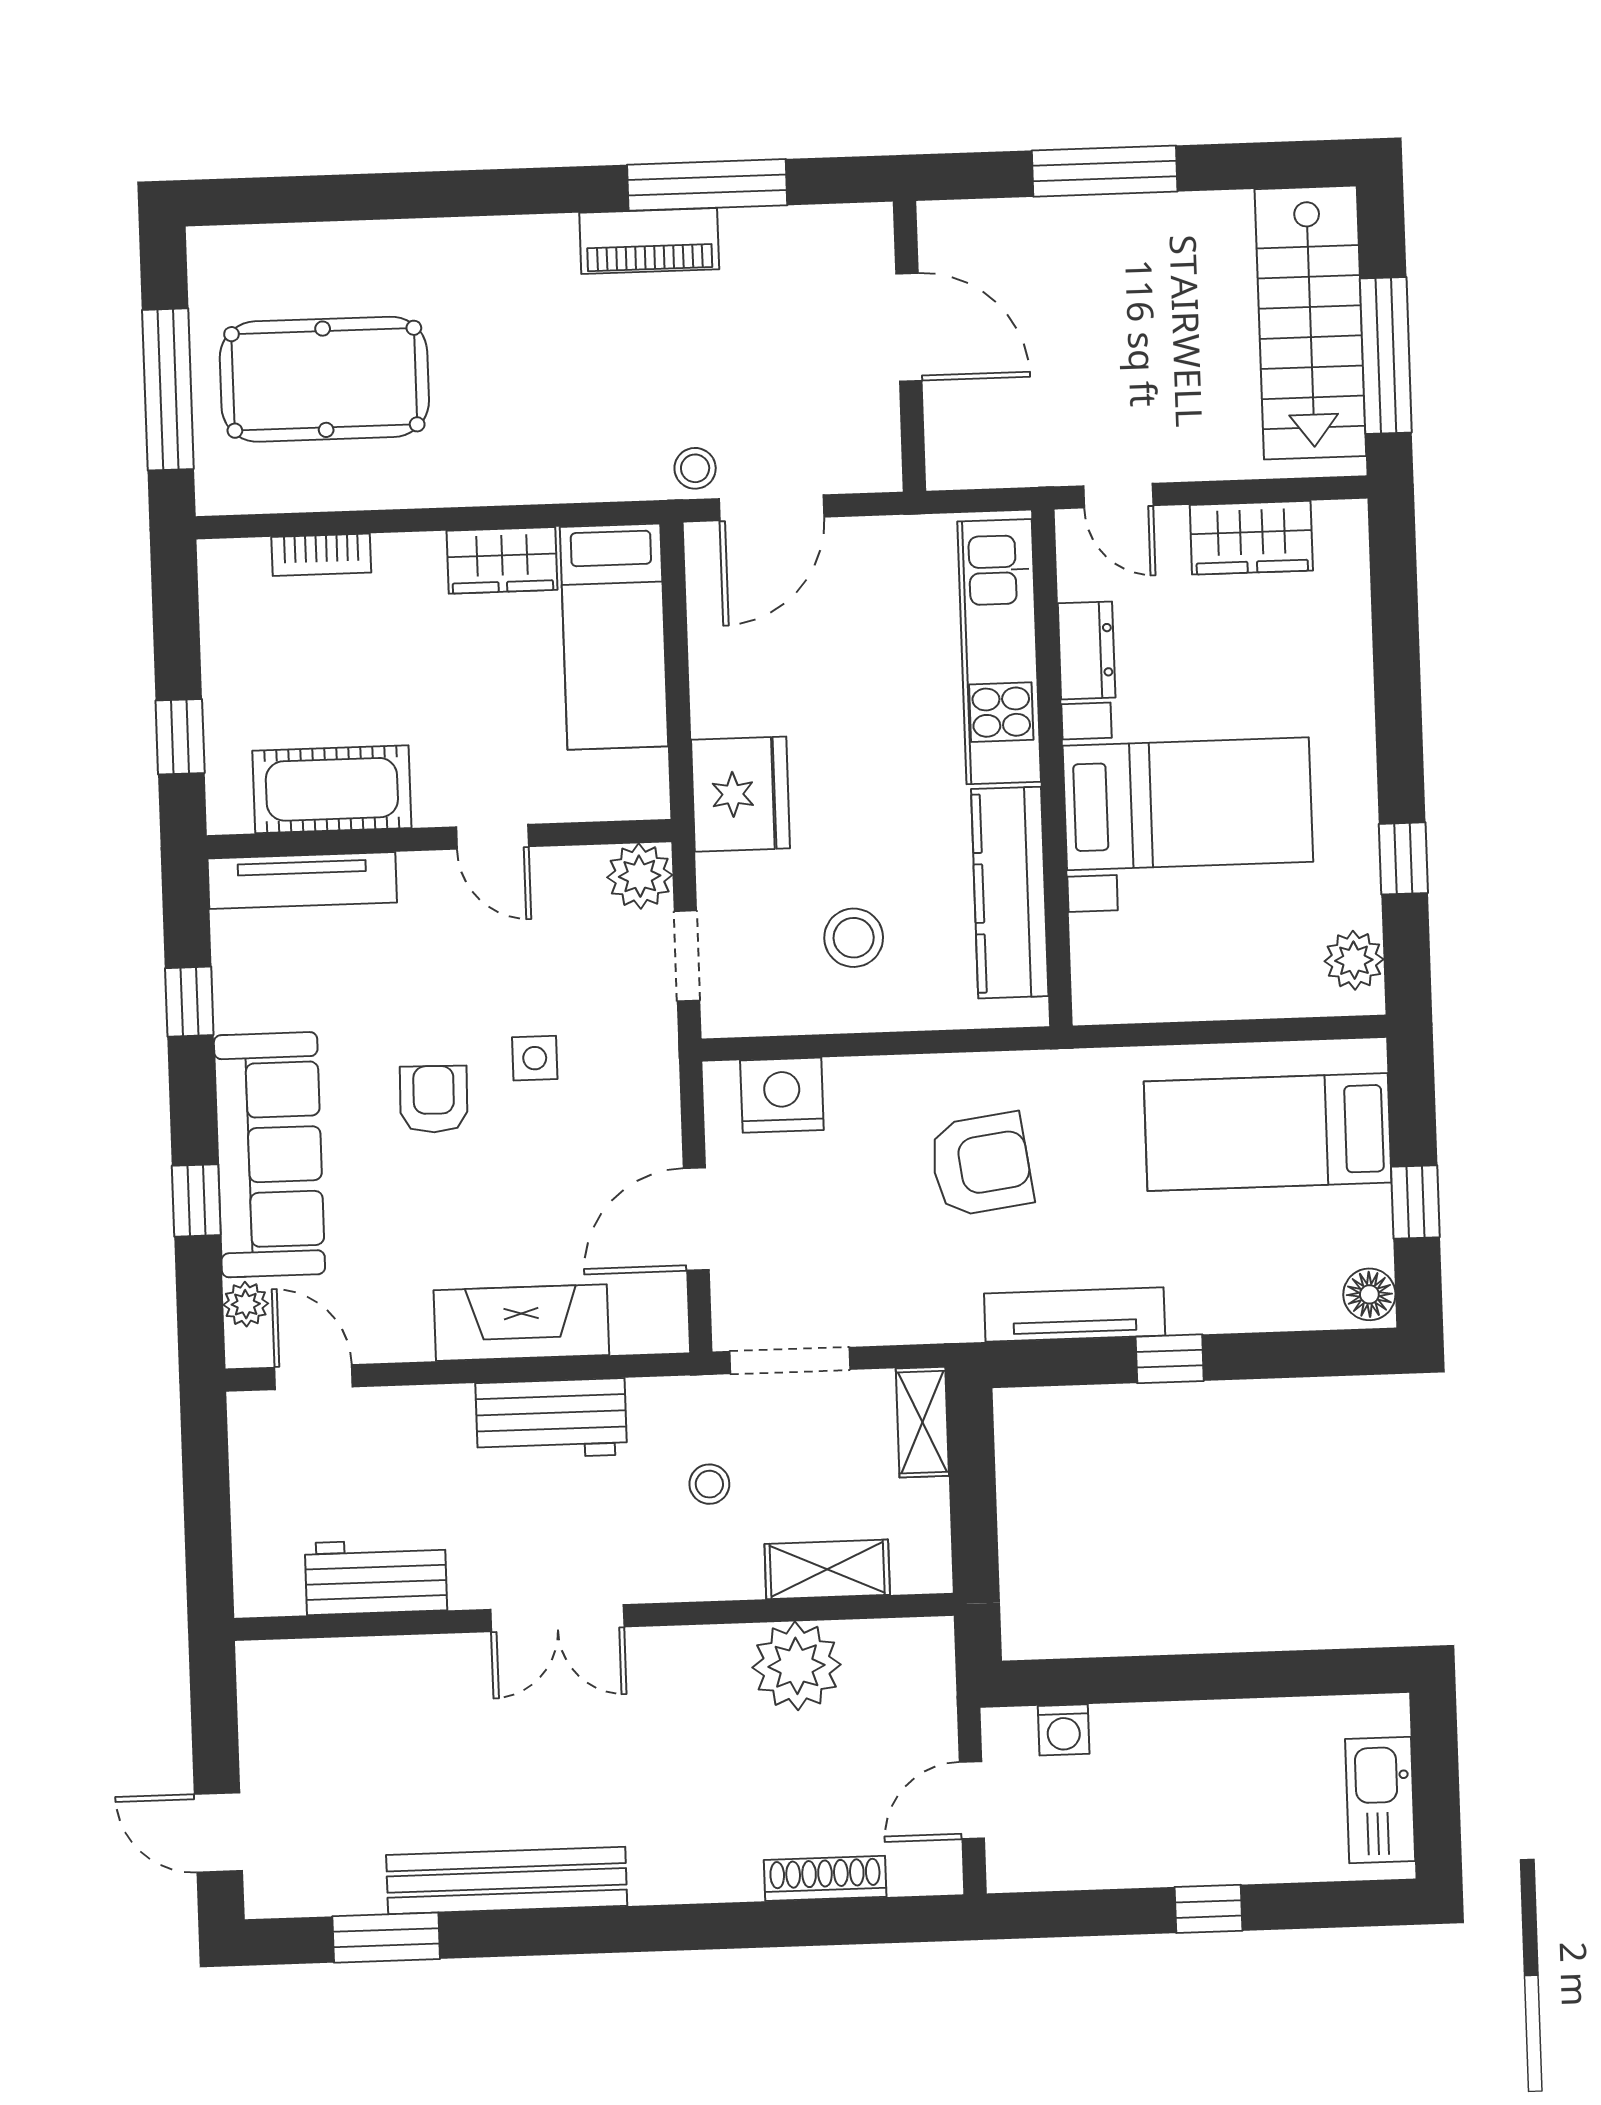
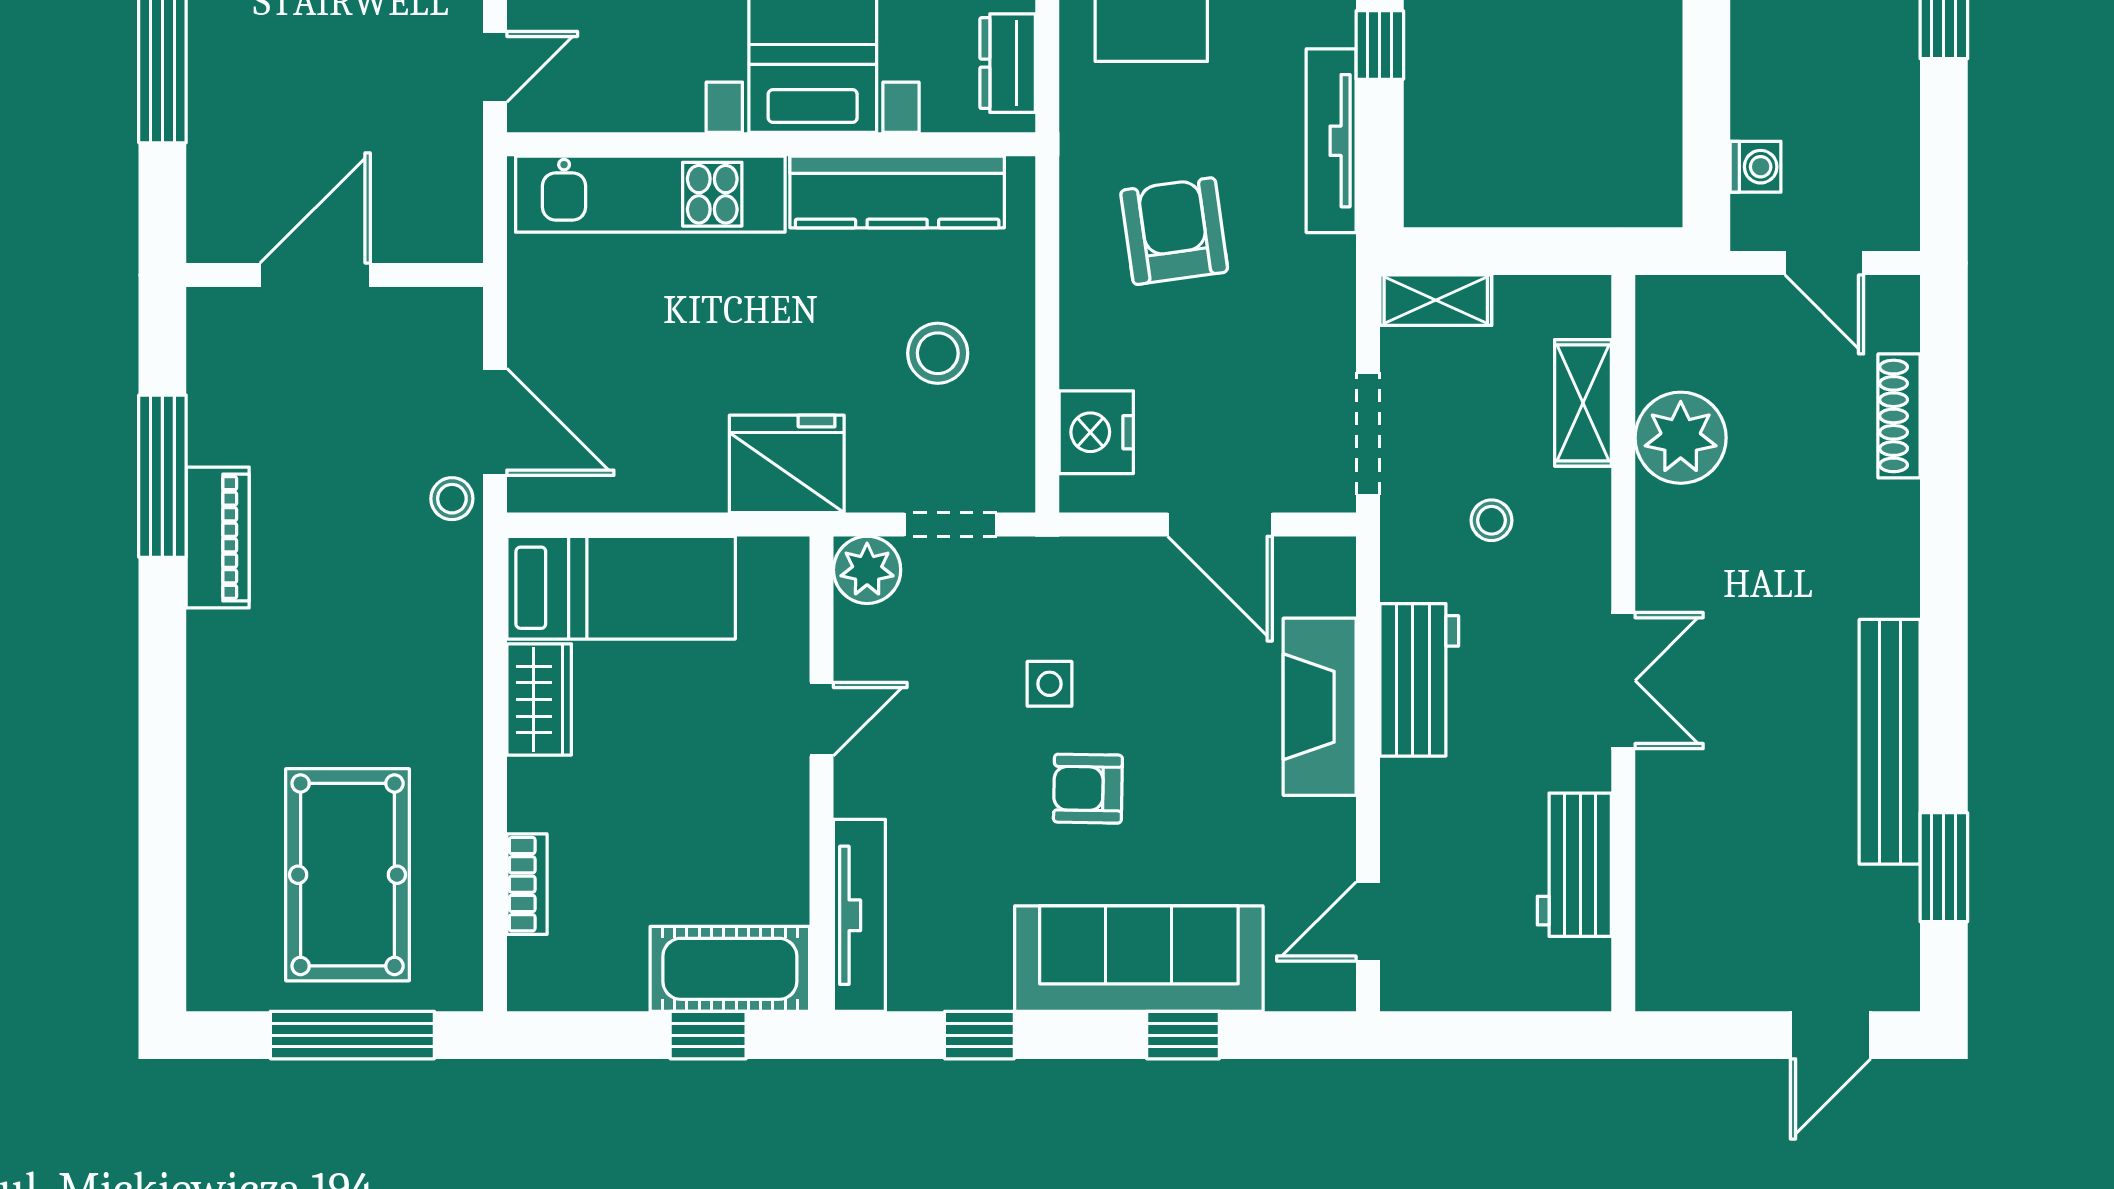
dresser: (1087, 650) -> (1008, 63), moved, turned -90
cot: (332, 789) -> (730, 969), moved, turned 90
plant: (246, 1304) -> (1291, 988), removed

